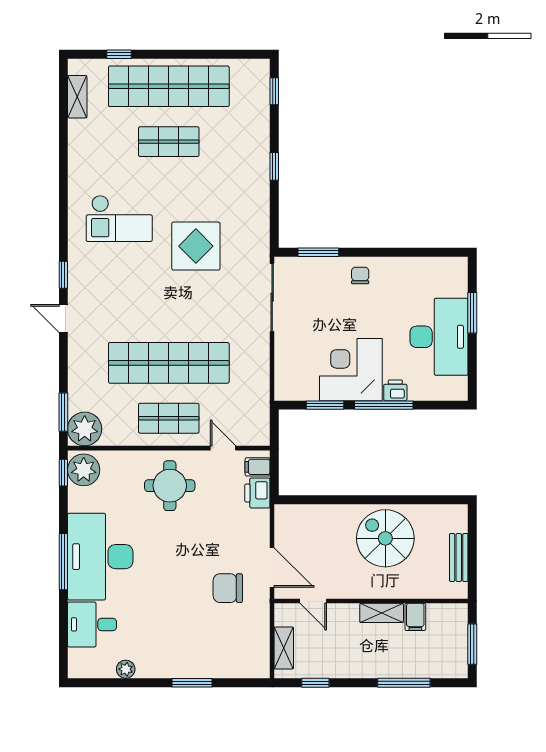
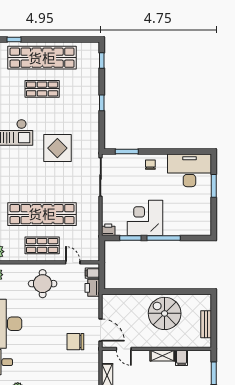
desk: (439, 337) -> (189, 170), moved, turned -90
printer: (395, 390) -> (108, 230), moved

